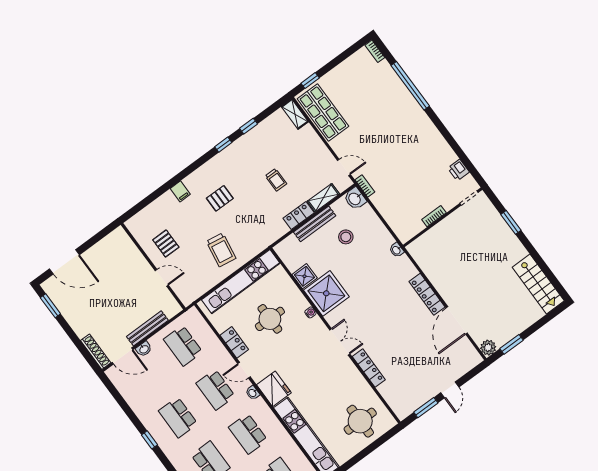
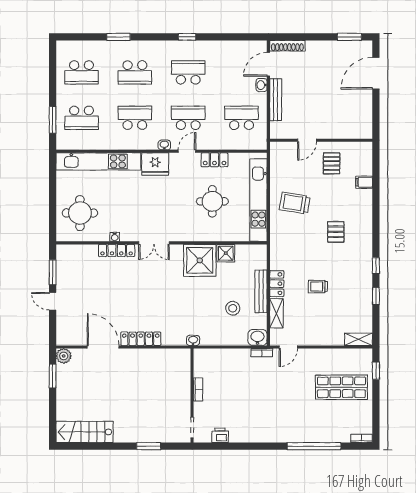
shop shelf: (323, 112) -> (341, 387), moved
filing cabinet: (180, 191) -> (364, 182), moved
pallet: (166, 244) -> (332, 163), turned 90
water cooler: (310, 312) -> (115, 237), moved

